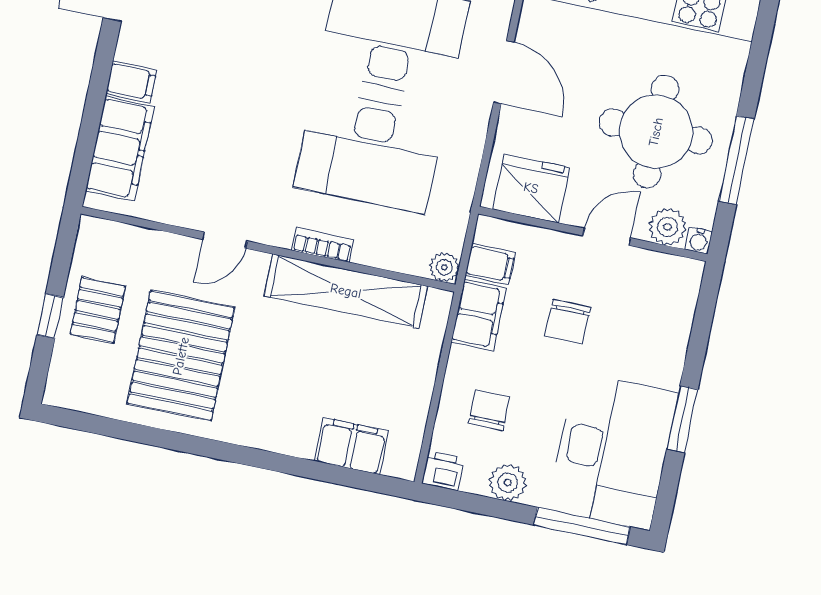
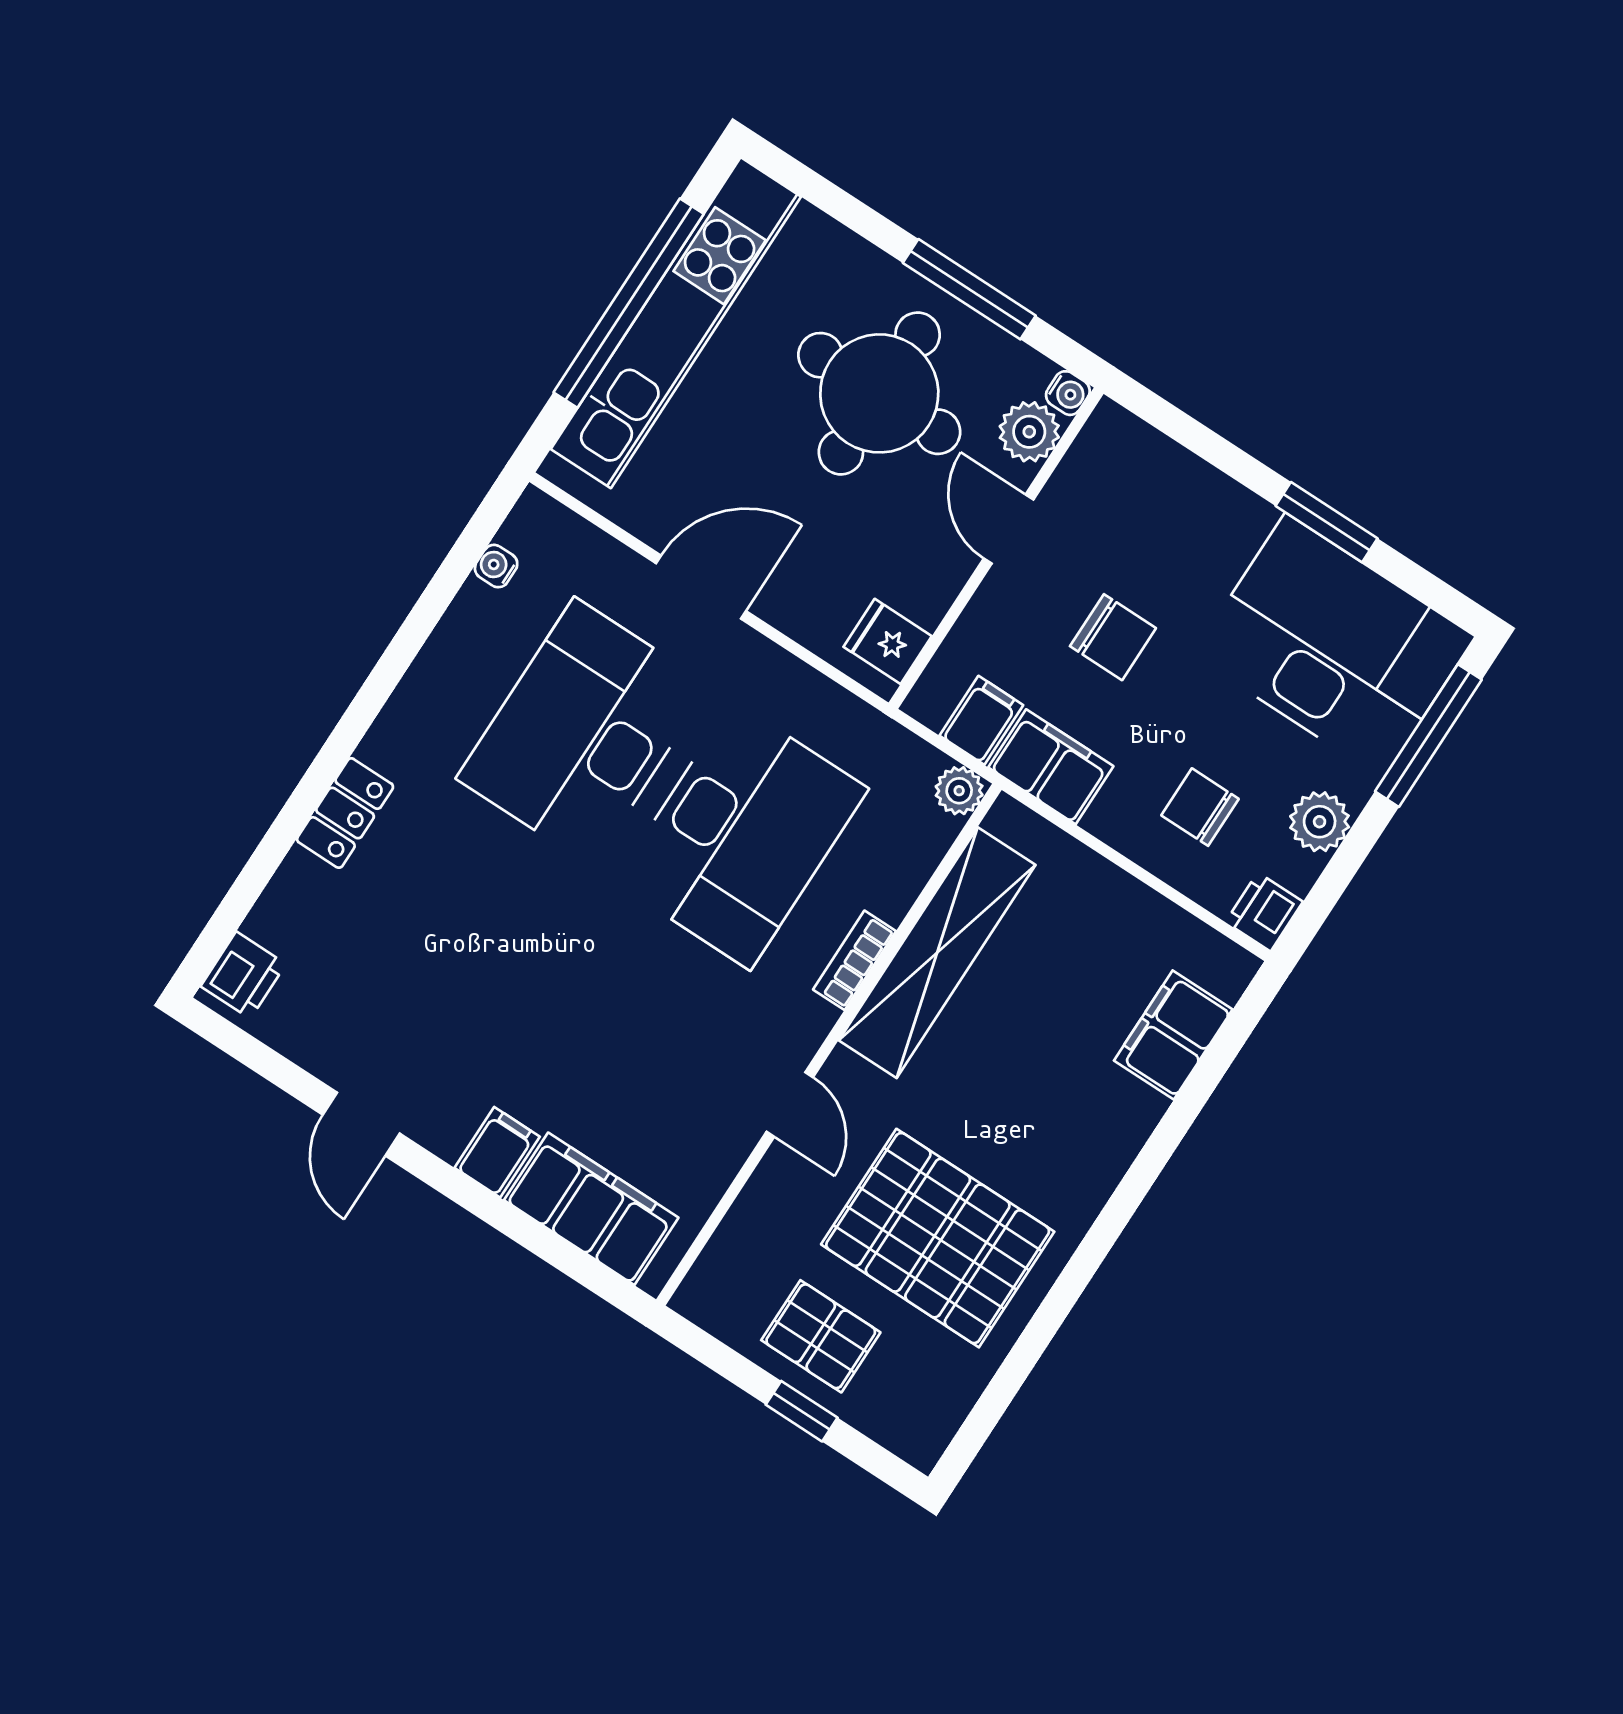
fridge: (531, 188) -> (888, 641), width x0.53, depth x0.75

